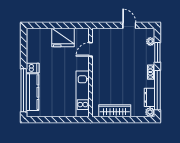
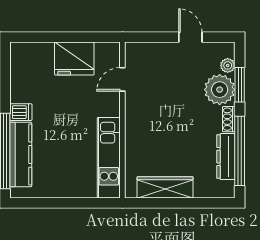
dresser: (149, 97) -> (226, 157), width x1.44
plant: (150, 112) -> (220, 90), moved, width x1.88, depth x1.88

